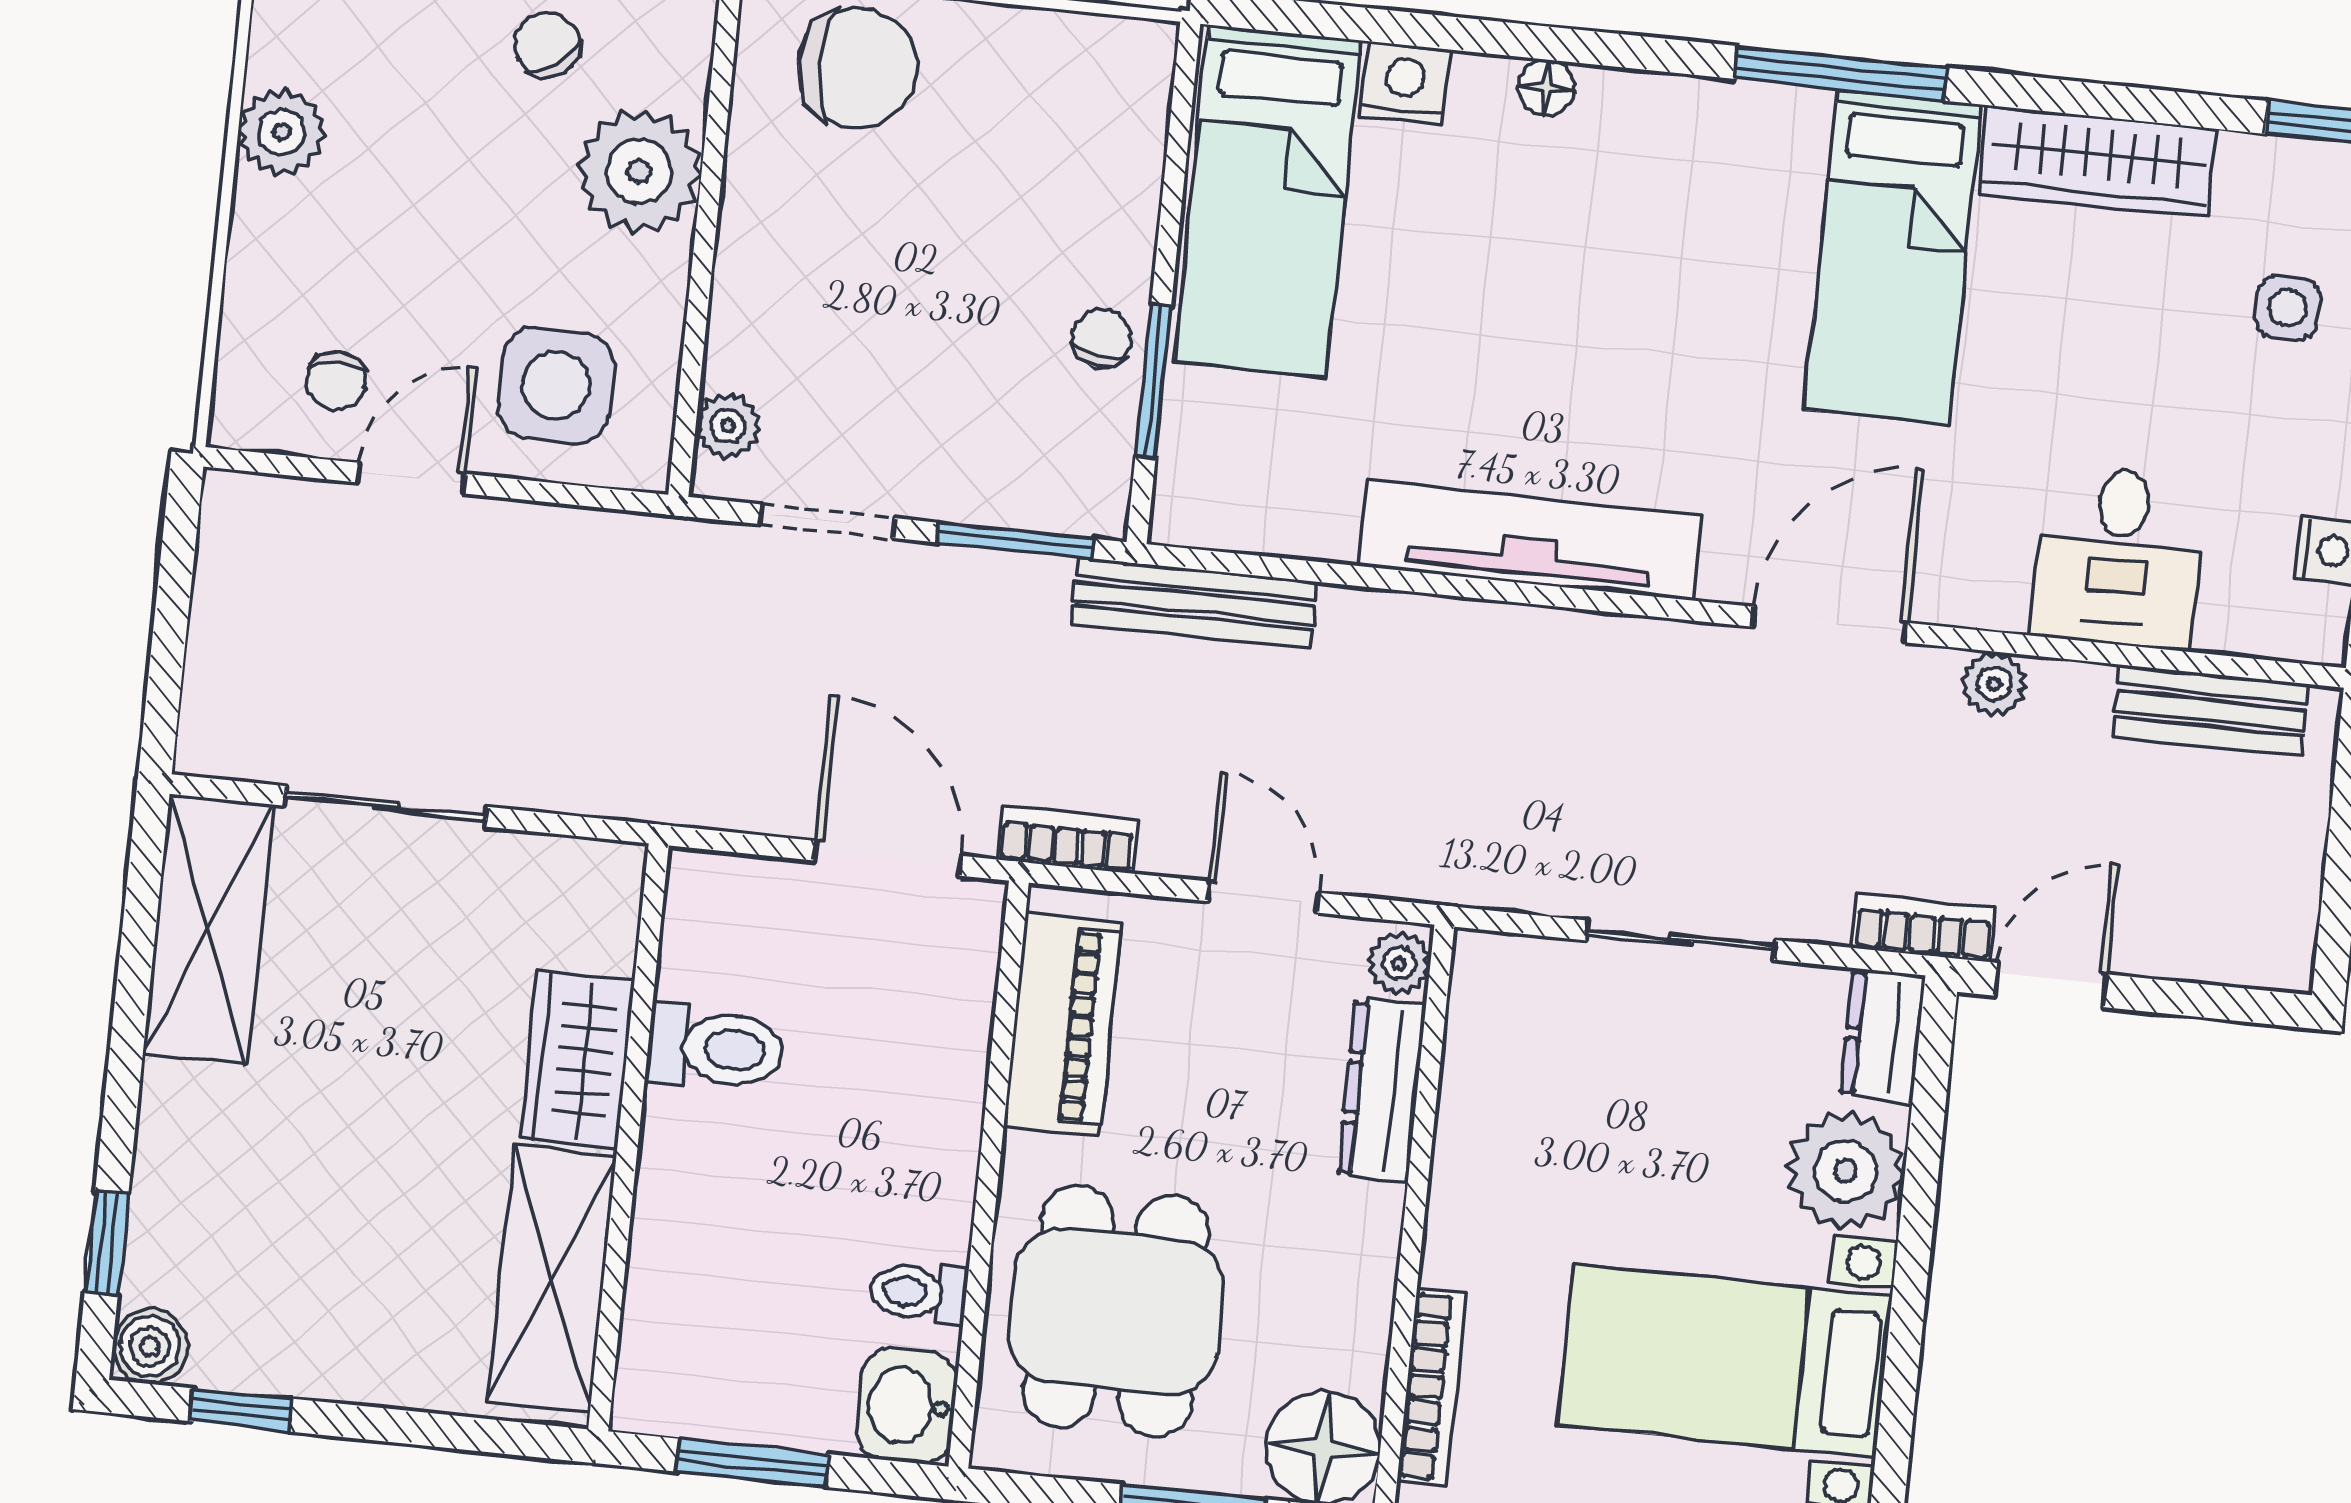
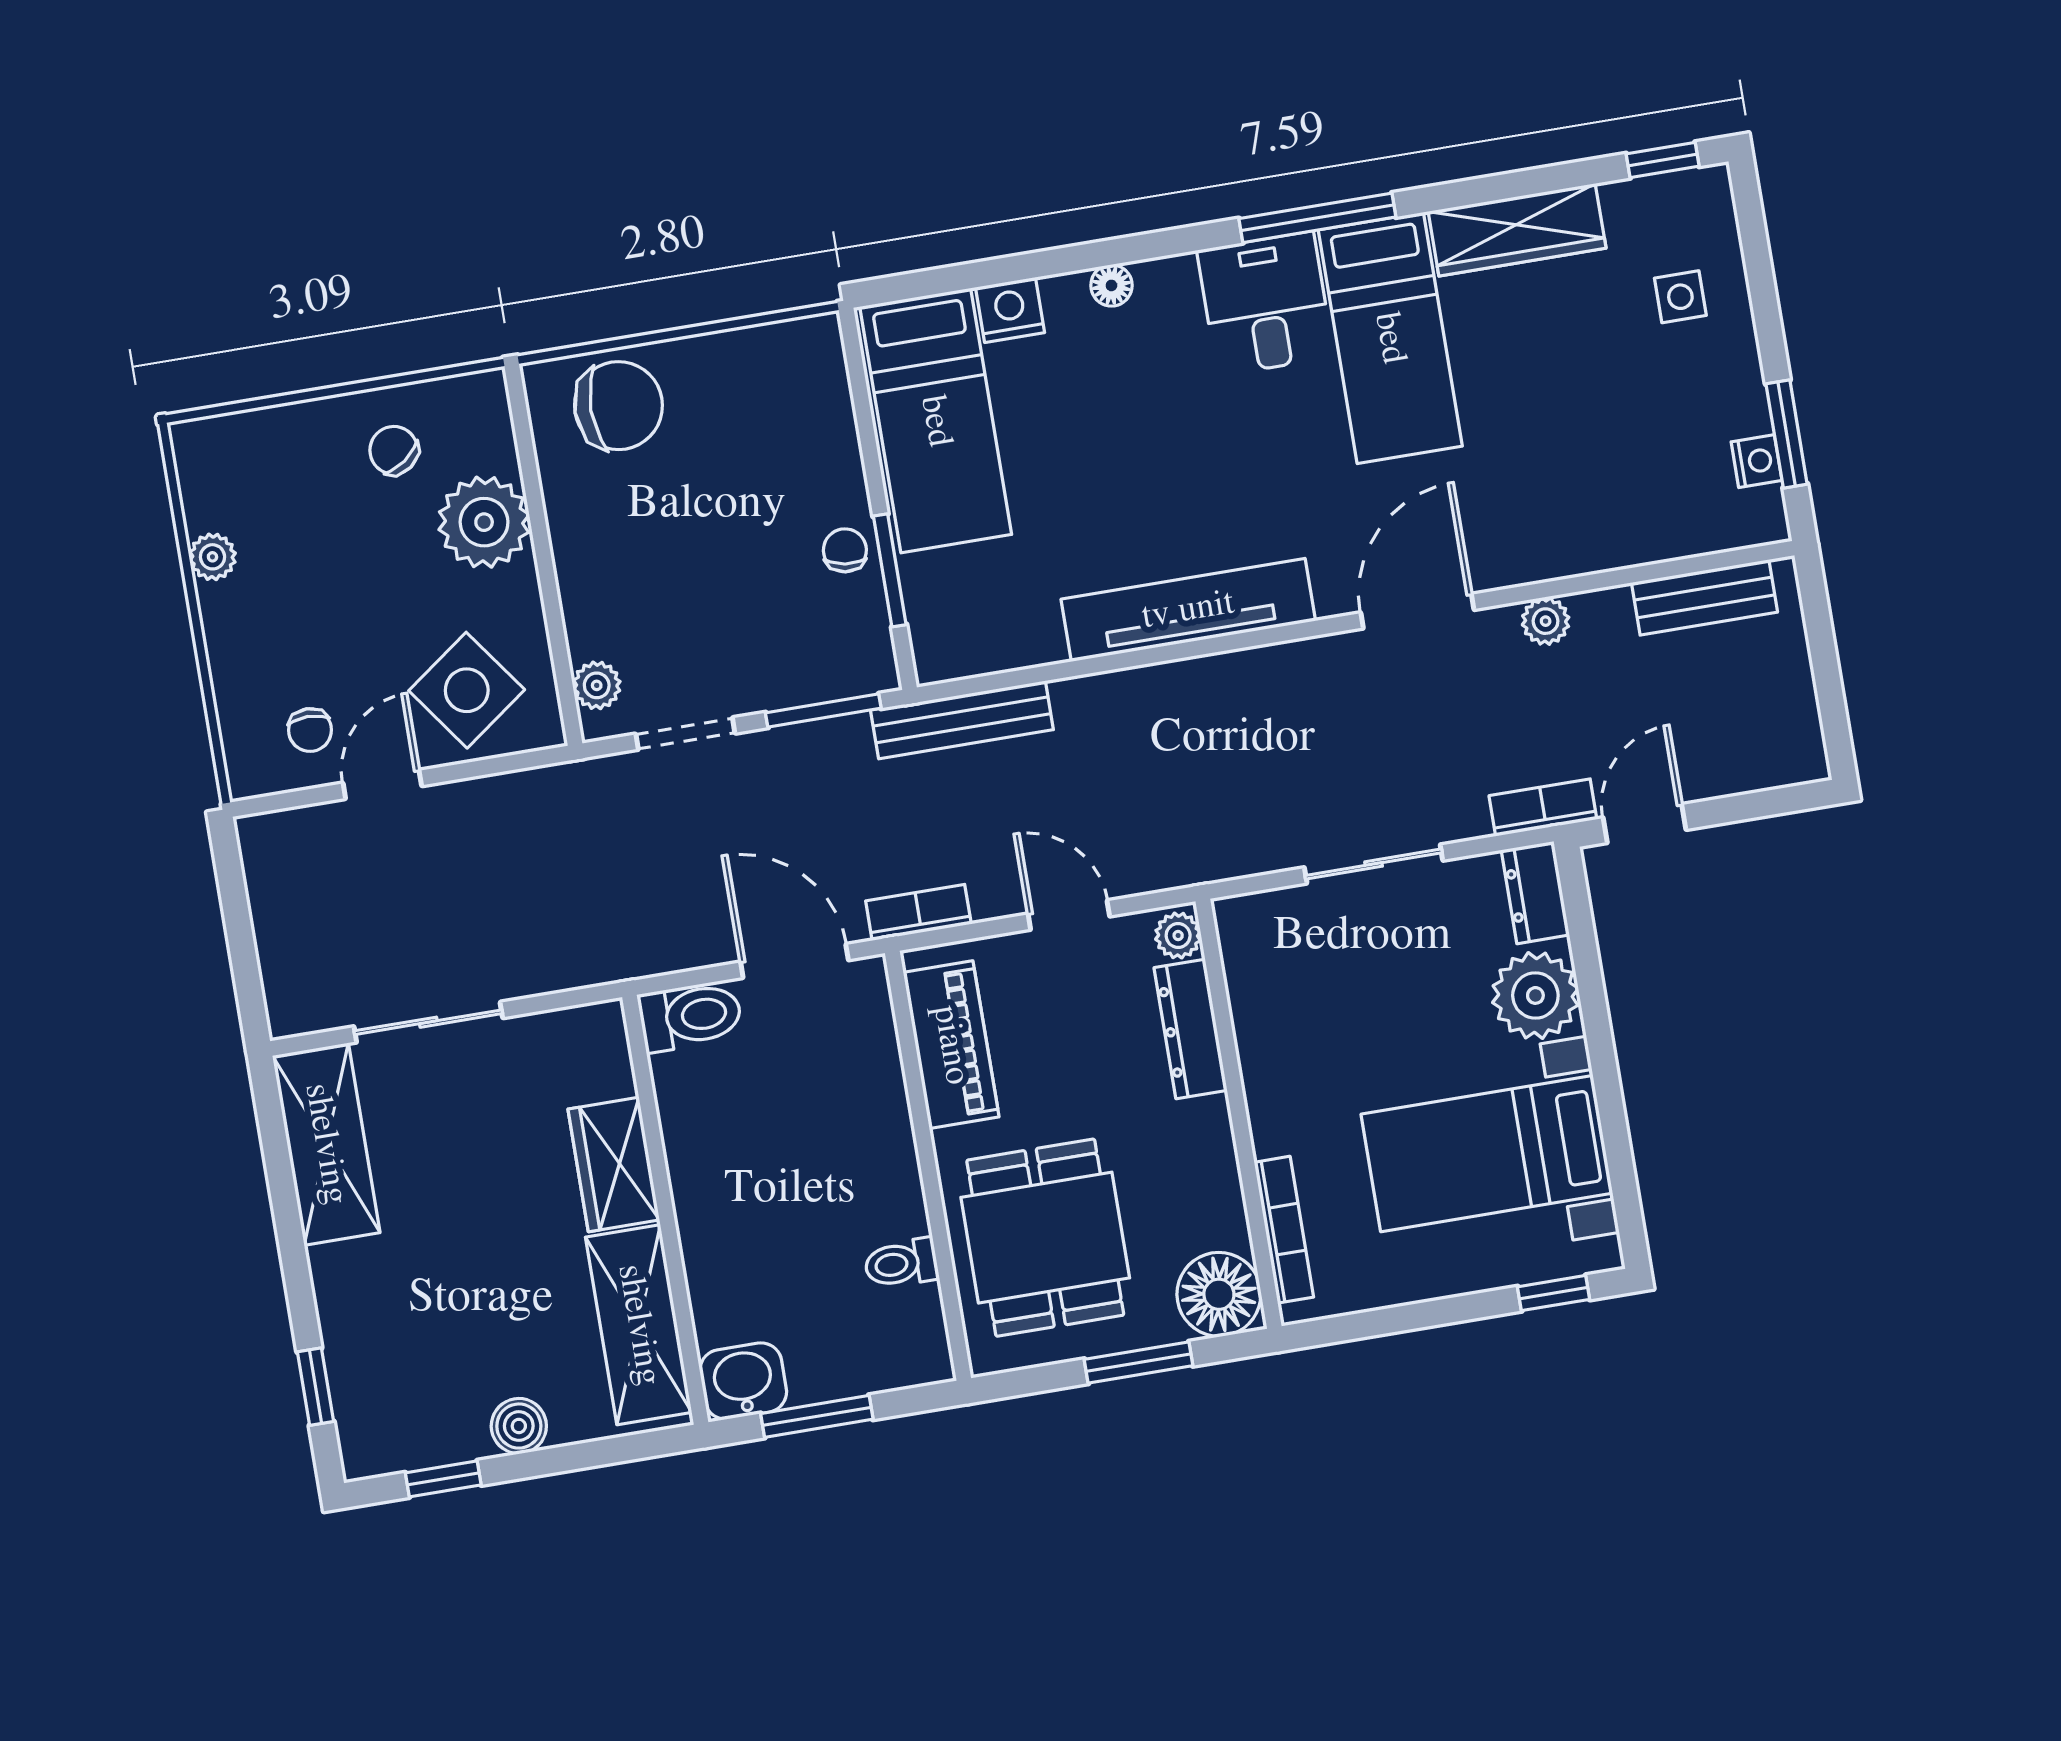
plant: (282, 132) -> (212, 557), width x0.73, depth x0.73
side table: (556, 385) -> (467, 690), turned -36
desk: (2118, 557) -> (1265, 304), moved, turned 180
toilet: (715, 1048) -> (690, 1016), moved
boiler: (150, 1346) -> (519, 1426), moved
washbasin: (907, 1406) -> (743, 1381), moved, turned 90

